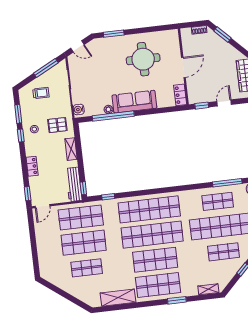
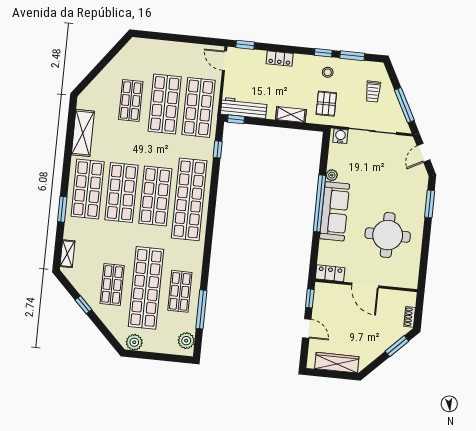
window: (113, 116) -> (319, 203), moved
shop shelf: (152, 235) -> (155, 196), width x0.71

